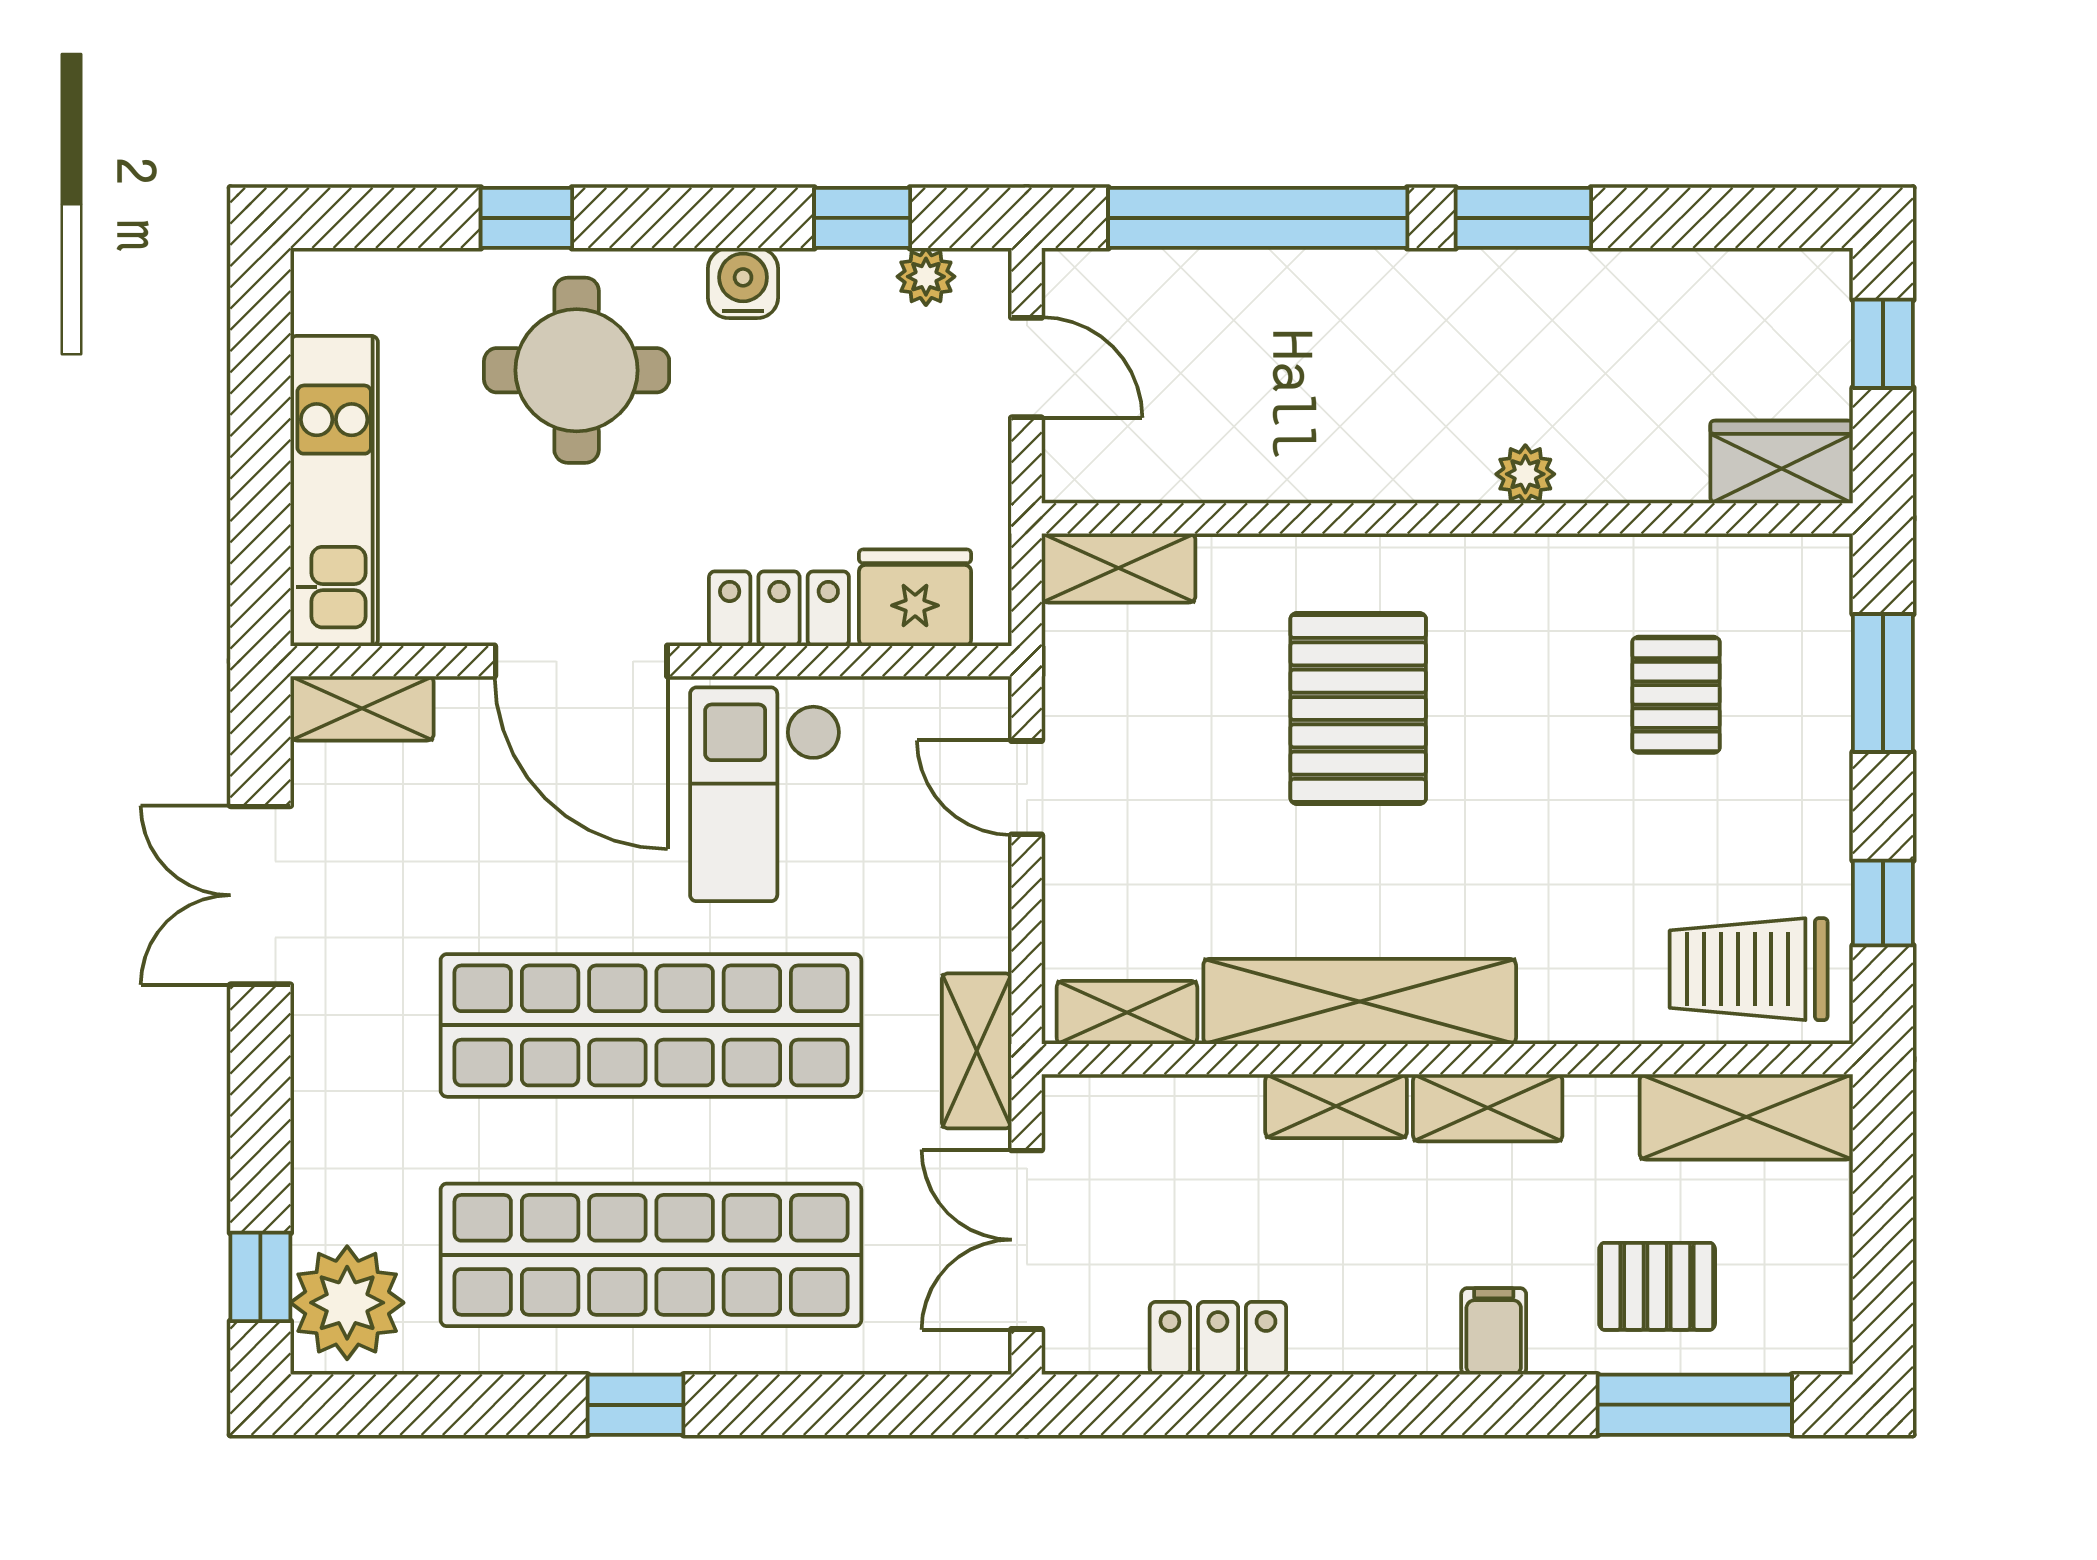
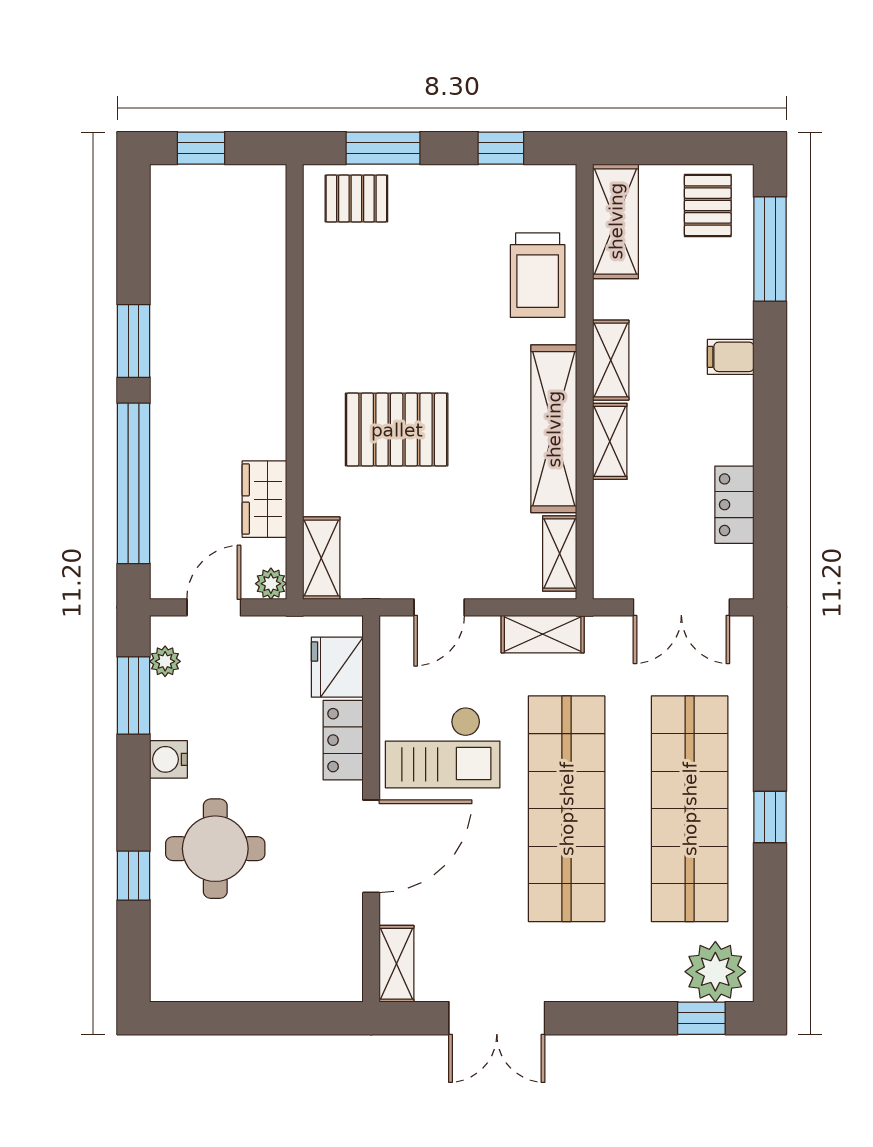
window: (862, 218) -> (134, 696), width x1.50
wardrobe: (1782, 462) -> (264, 499), moved
plant: (1525, 474) -> (271, 584), moved
kitchen unit: (334, 491) -> (280, 979), removed
pallet: (1676, 695) -> (356, 198), moved
trolley: (1749, 969) -> (538, 275), moved
shelving: (977, 1051) -> (543, 634), moved
pallet: (1657, 1286) -> (708, 205), moved

